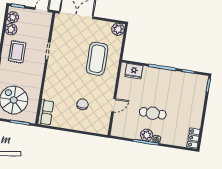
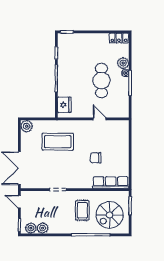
rug: (17, 52) -> (82, 210), moved, turned 90
chair: (82, 104) -> (96, 158), moved
row of seats: (46, 112) -> (111, 183), width x1.48
cafe table: (153, 113) -> (101, 81), width x1.37, depth x1.35
plant: (147, 135) -> (123, 63), moved

